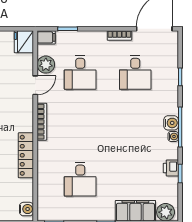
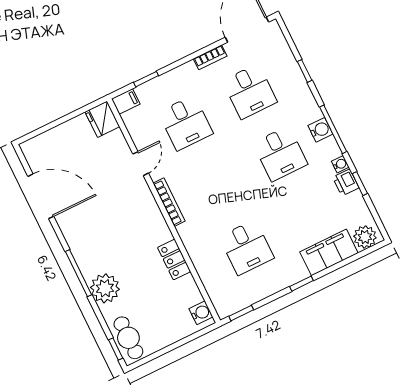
plant: (46, 65) -> (141, 133), removed
desk: (135, 126) -> (280, 154), added
water cooler: (173, 136) -> (340, 164), moved
locker: (26, 155) -> (174, 259), width x0.66

